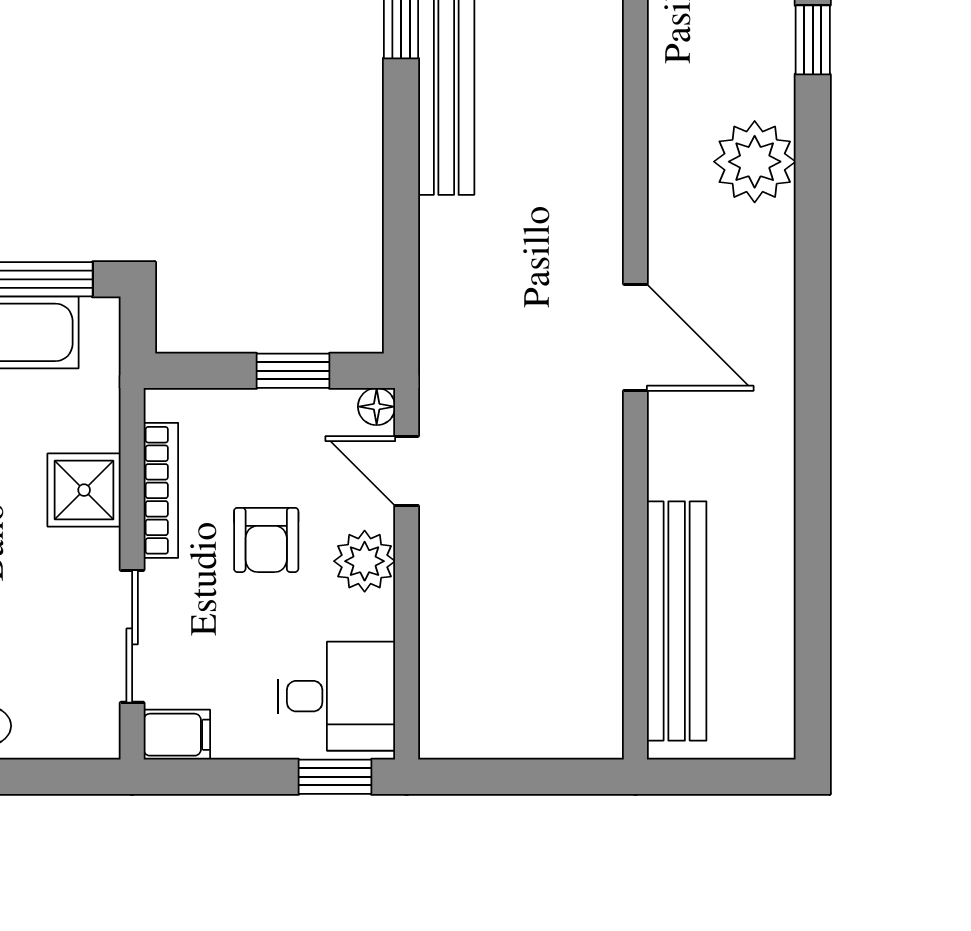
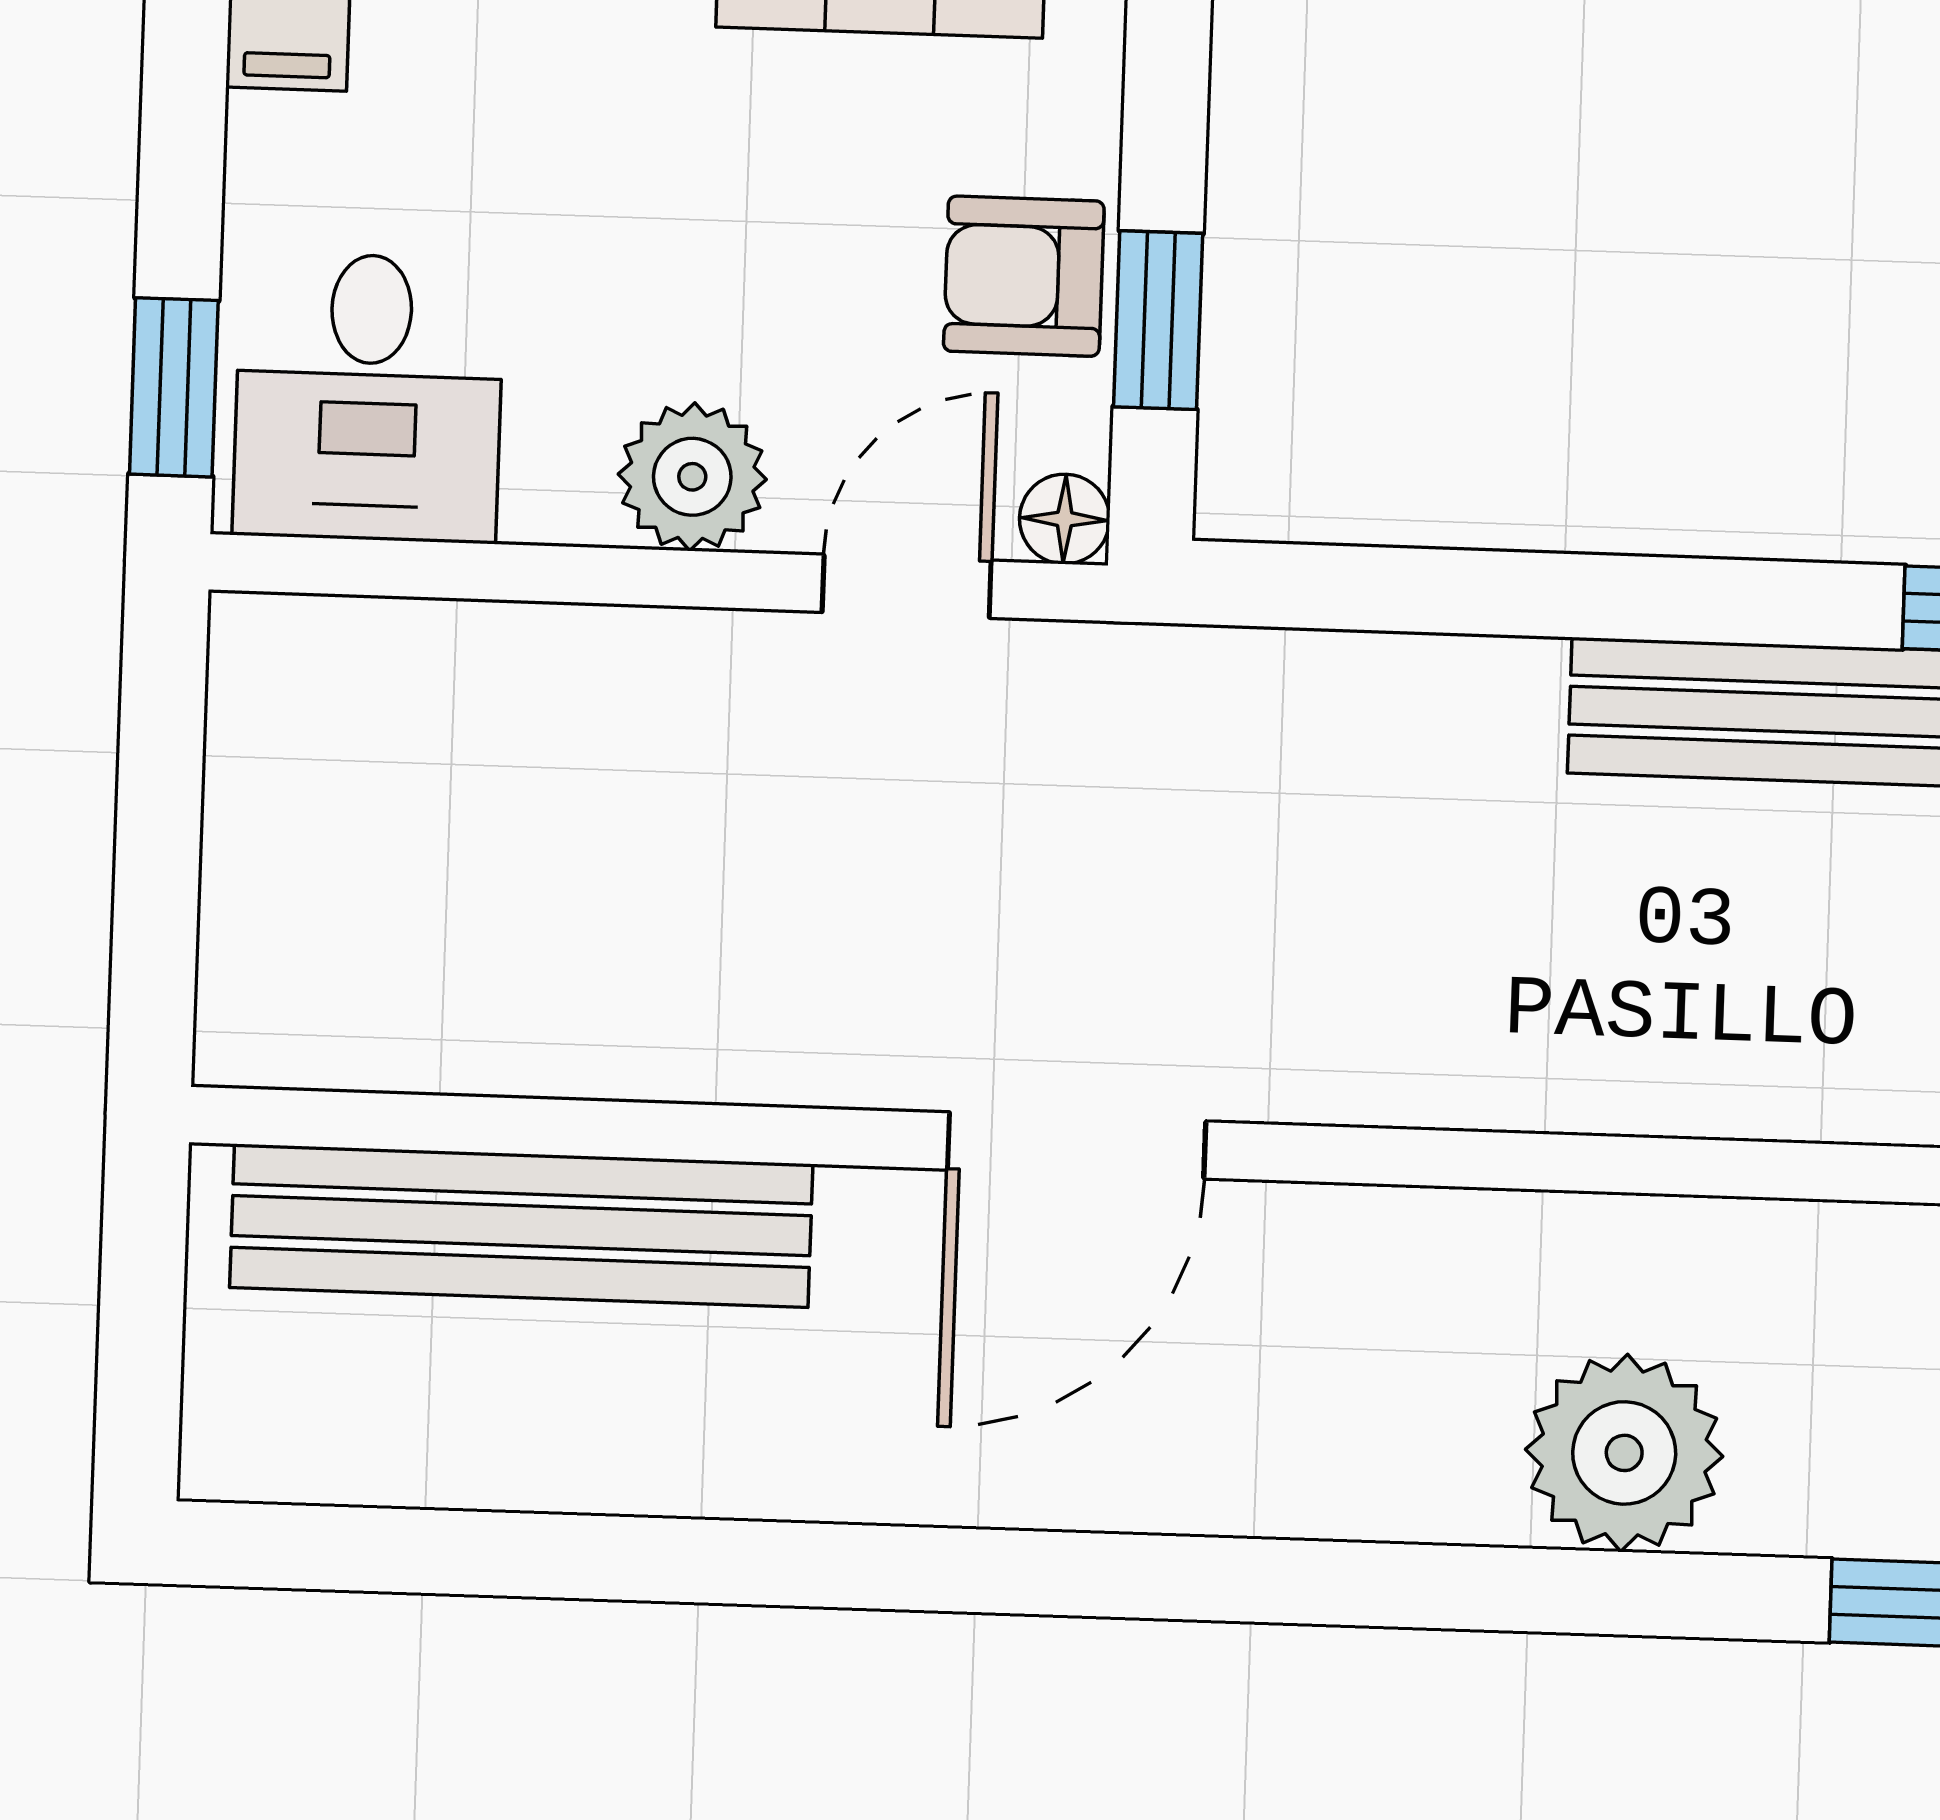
door: (635, 337) -> (1077, 1145), moved
armchair: (266, 540) -> (1024, 276), moved

